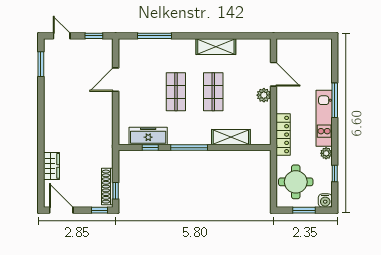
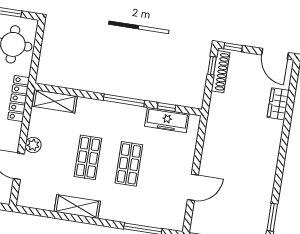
shelving: (231, 137) -> (55, 101), moved

